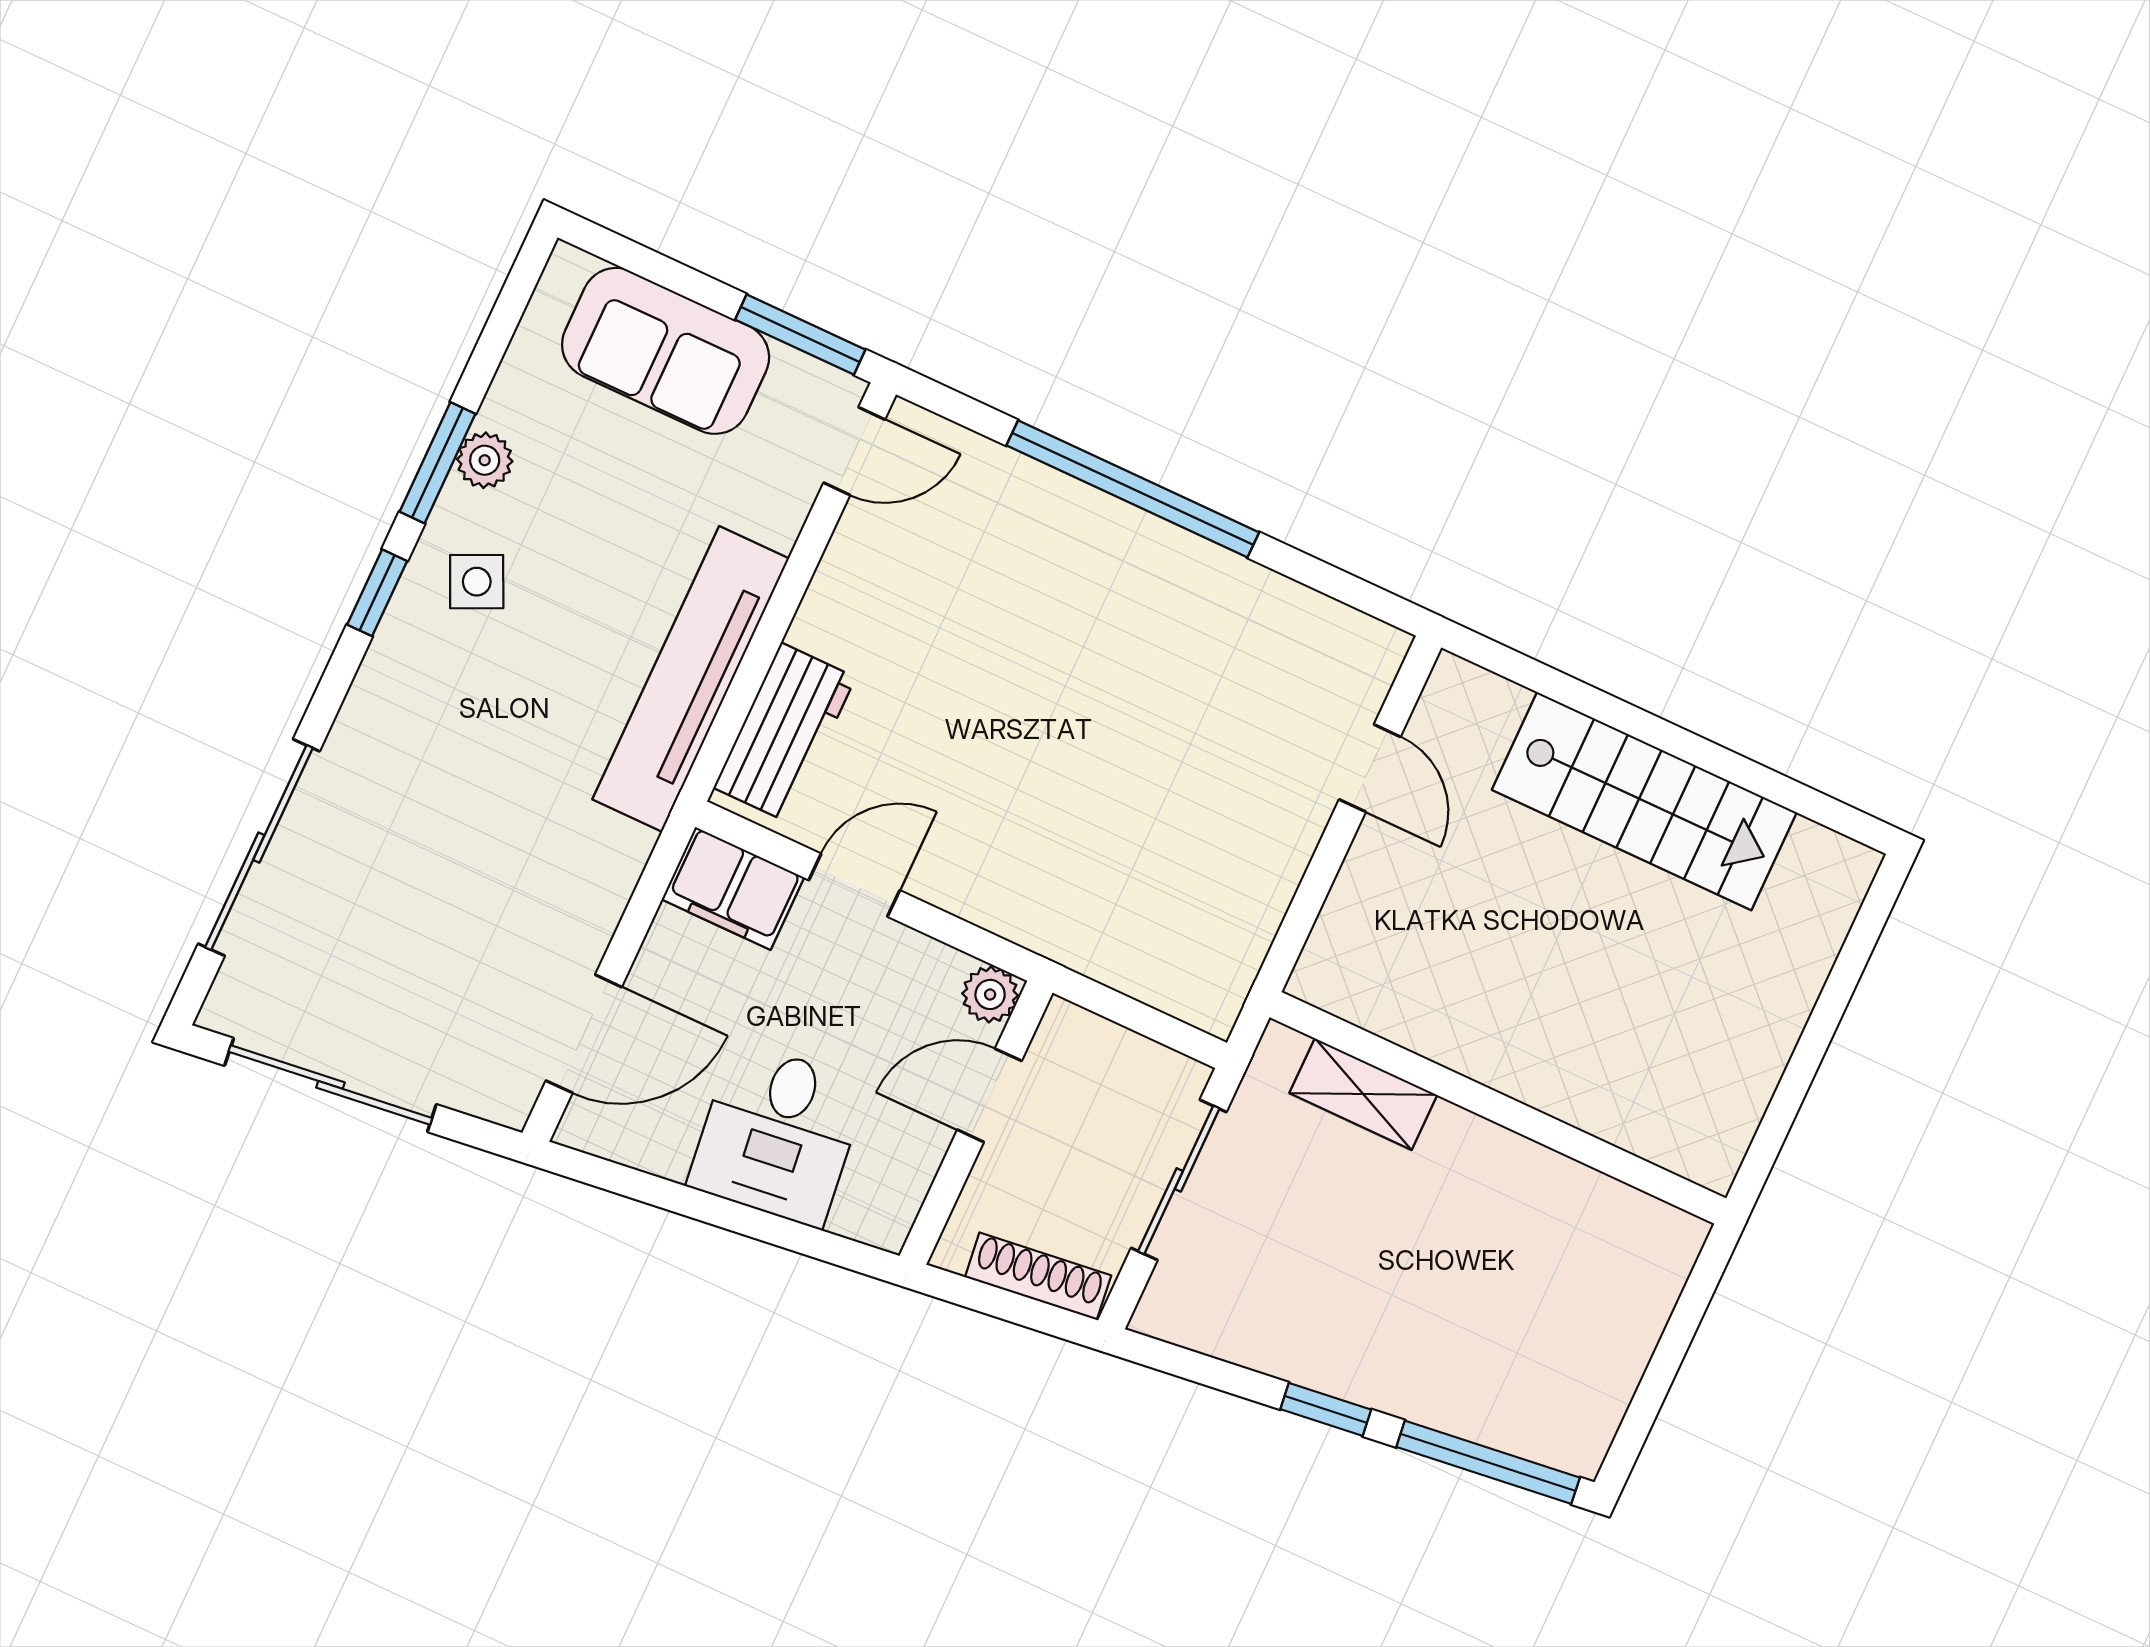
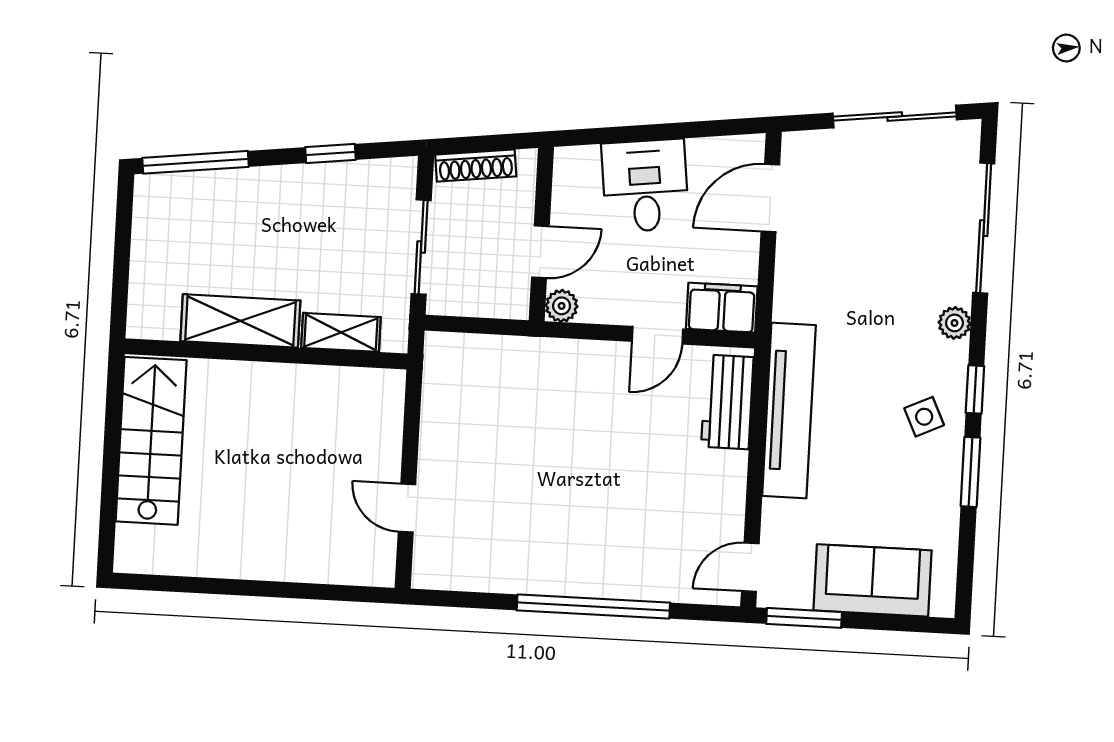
plant: (485, 460) -> (955, 323), moved
stairs: (1644, 801) -> (151, 441), moved, turned 90
shelving: (1518, 1177) -> (240, 321), added
window: (1326, 1409) -> (330, 153), moved

